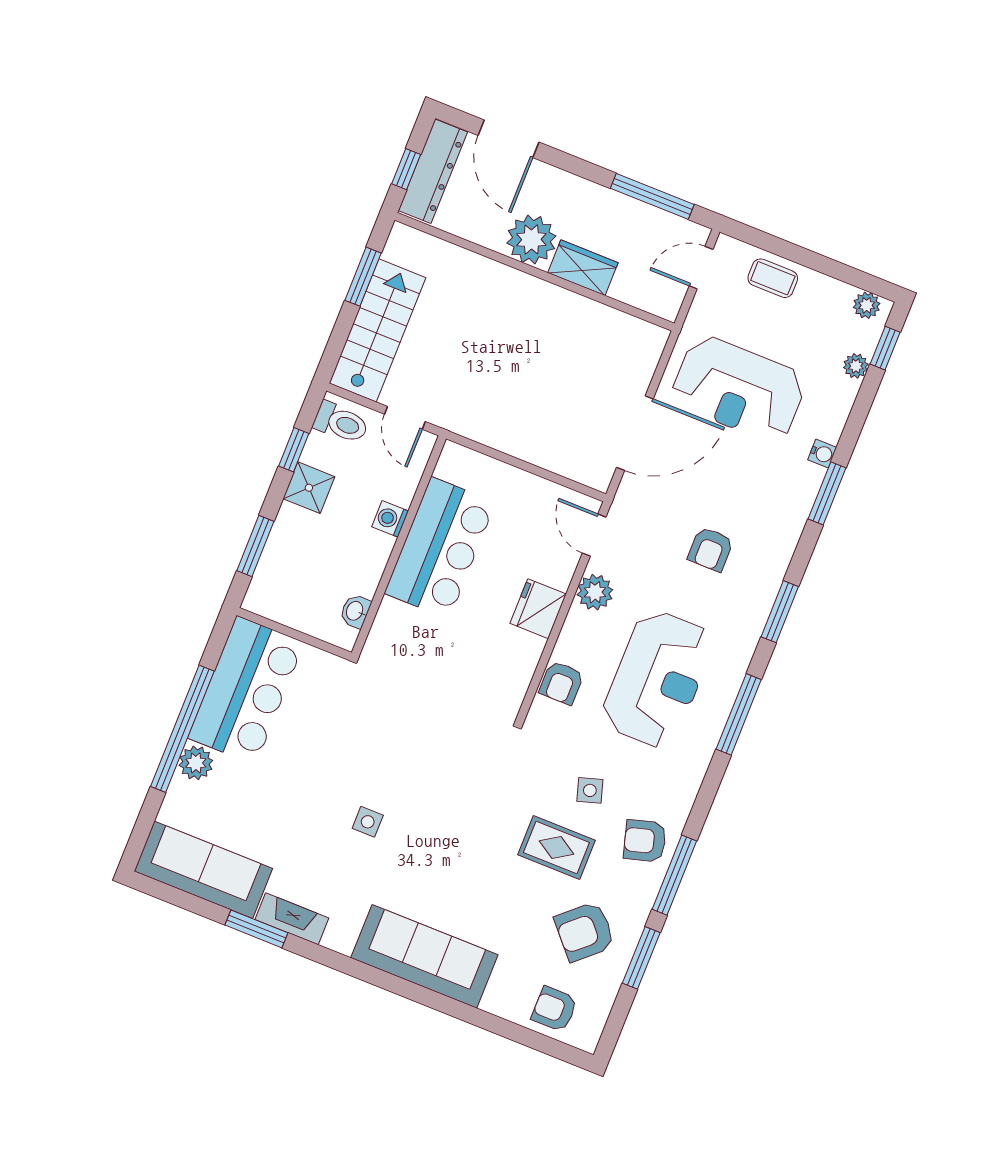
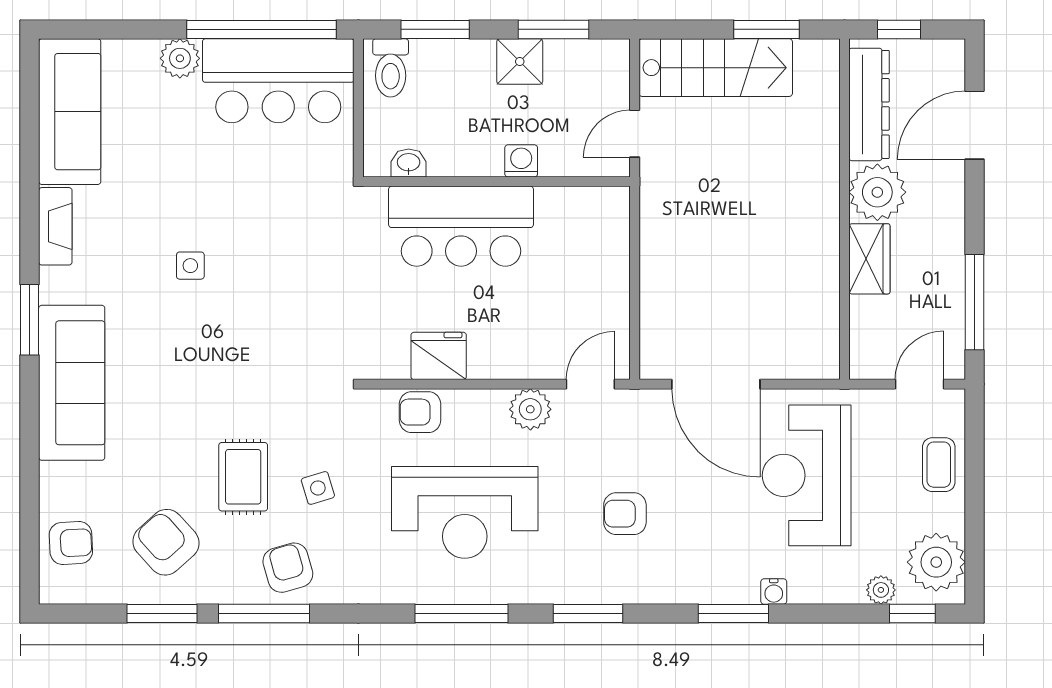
dresser: (433, 171) -> (869, 104), moved, turned -90
door: (701, 268) -> (920, 384), hinge flipped
plant: (867, 305) -> (936, 562), width x1.87, depth x1.87
toilet: (341, 423) -> (391, 68), moved
window: (294, 450) -> (554, 29), width x1.50
bar counter: (440, 548) -> (461, 226), moved
fridge: (538, 609) -> (439, 356), moved
window: (182, 729) -> (261, 29), moved
window: (256, 929) -> (30, 320), moved
armchair: (554, 1009) -> (71, 543), turned 87

